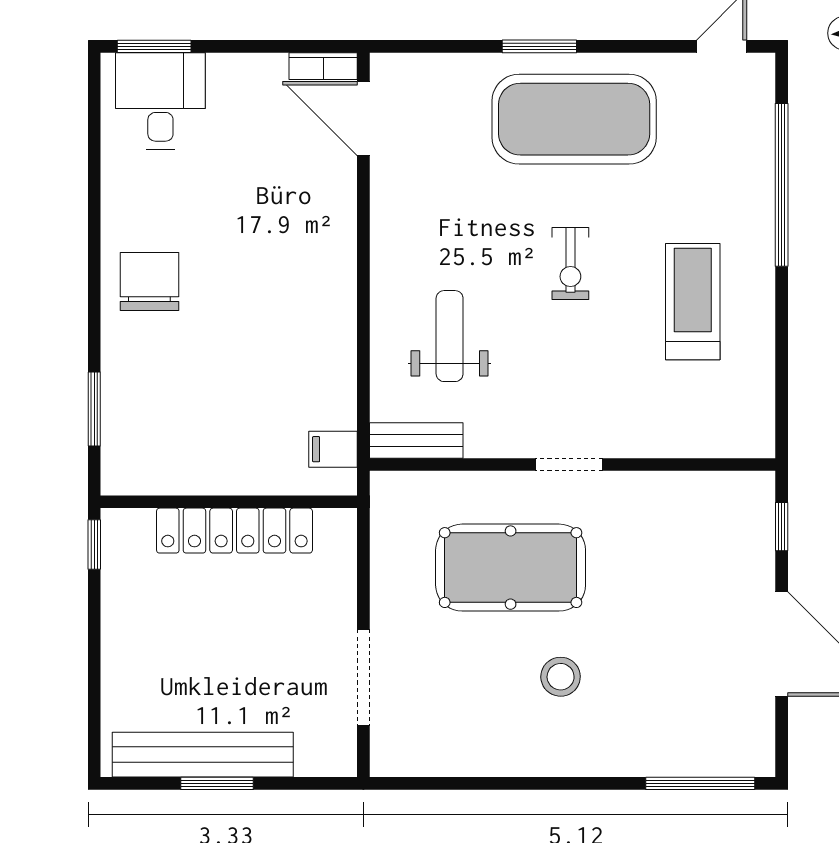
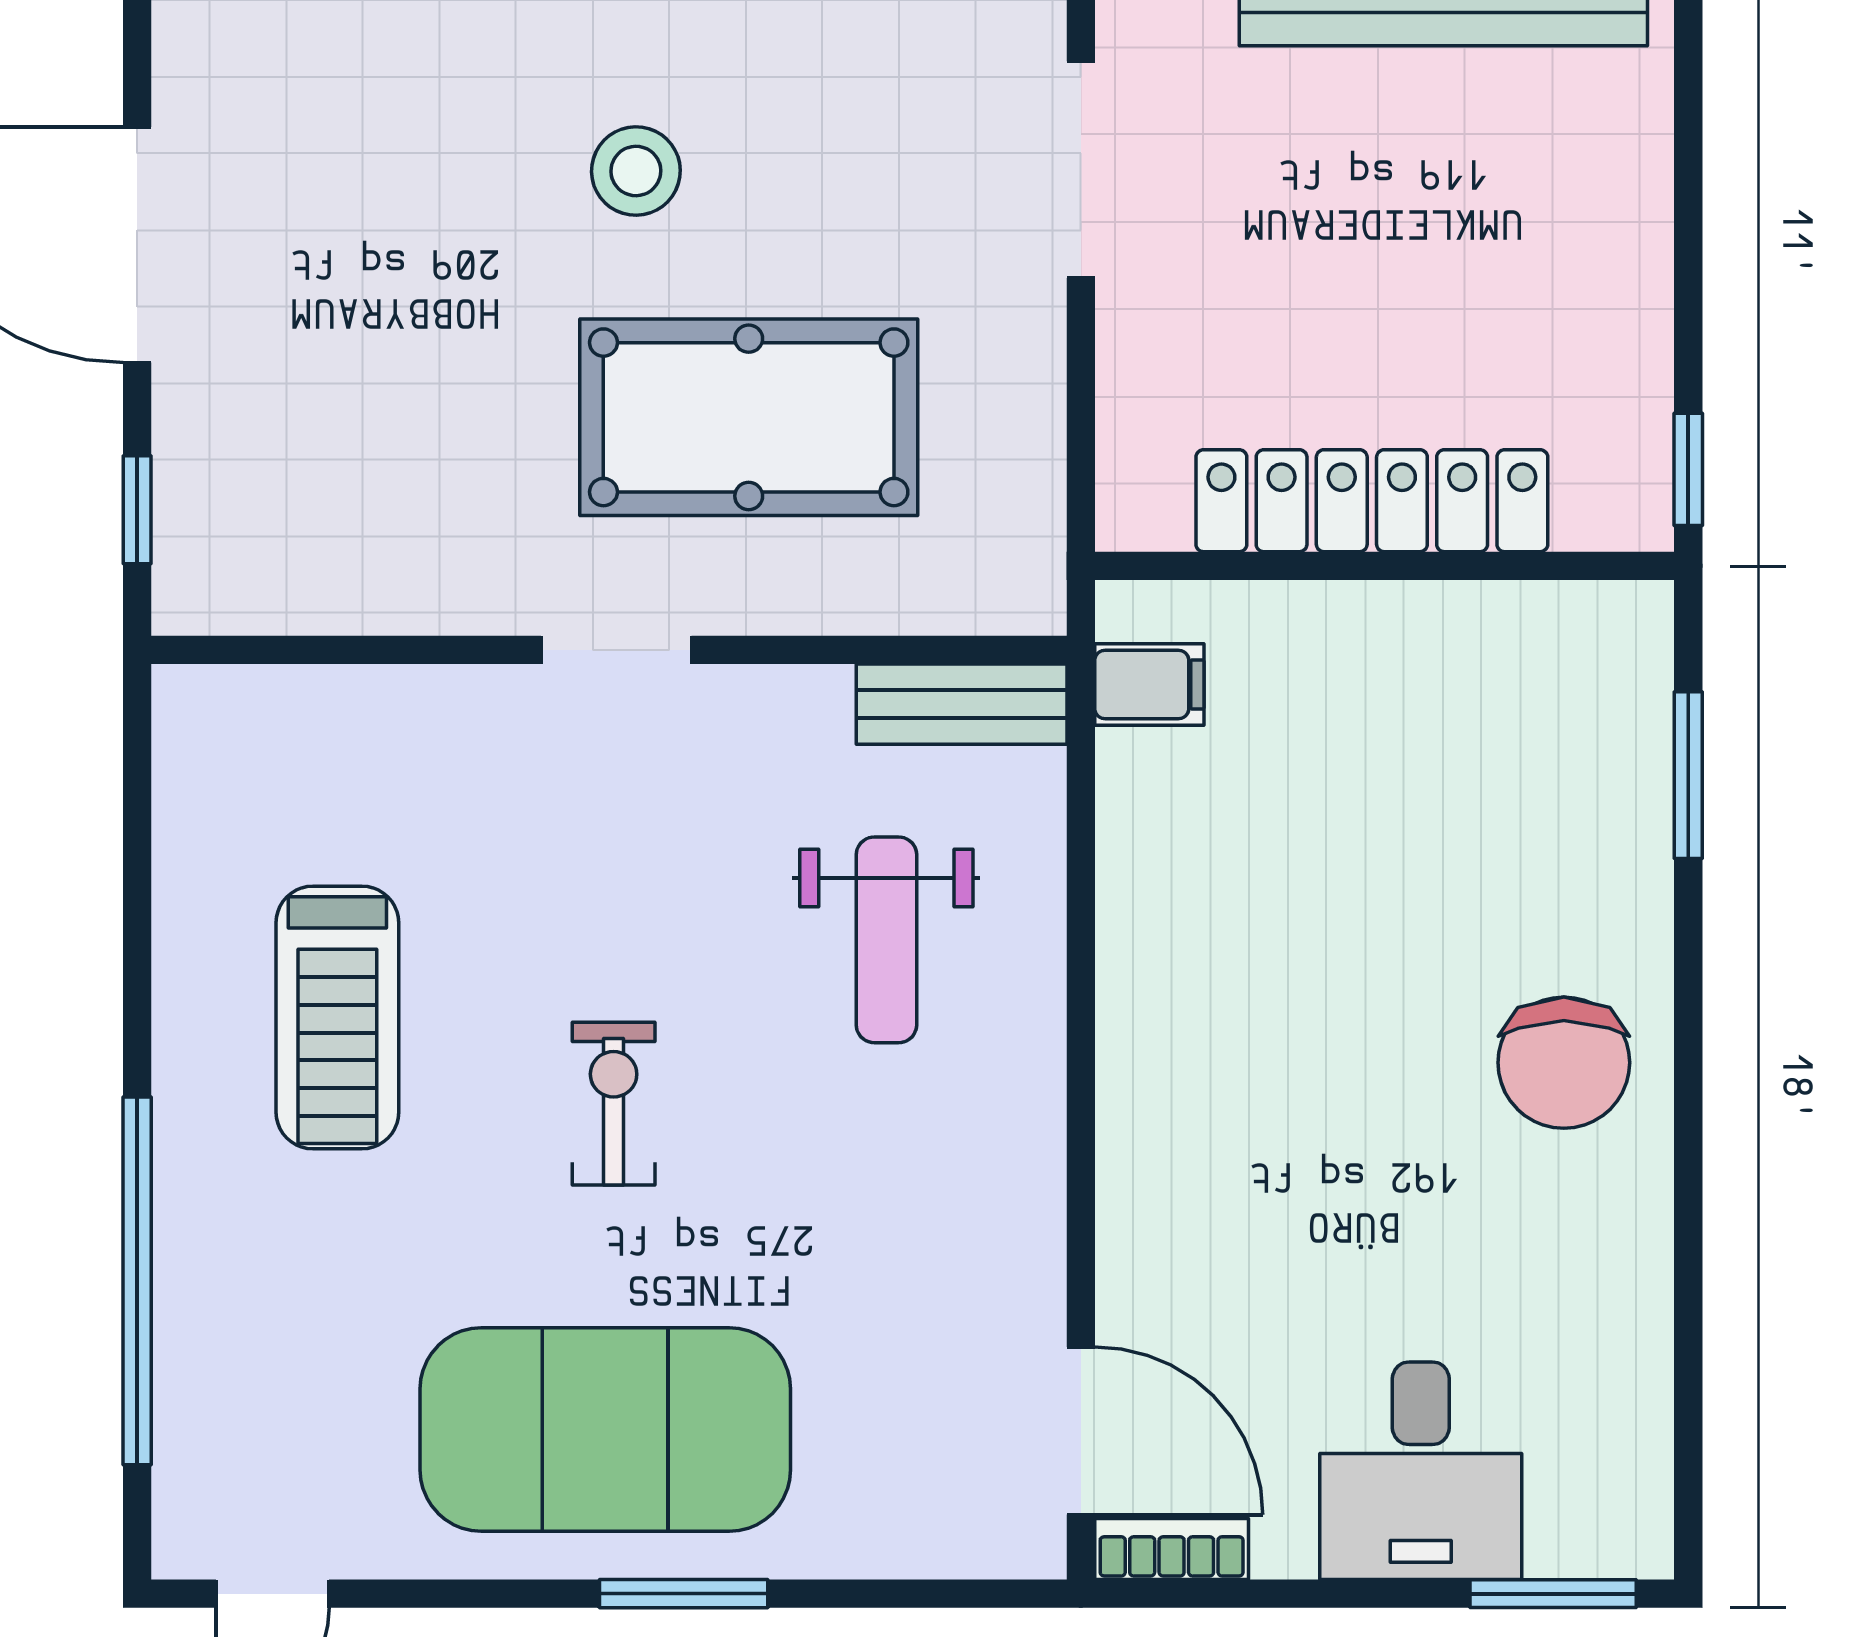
desk: (160, 101) -> (1421, 1471), moved

